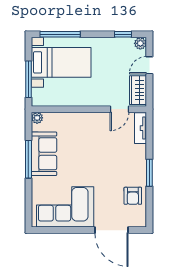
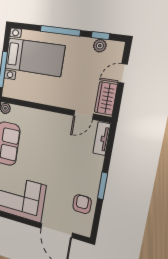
window: (60, 34) -> (60, 31), moved
plant: (140, 43) -> (100, 46), moved
armchair: (133, 196) -> (82, 204), turned 180

